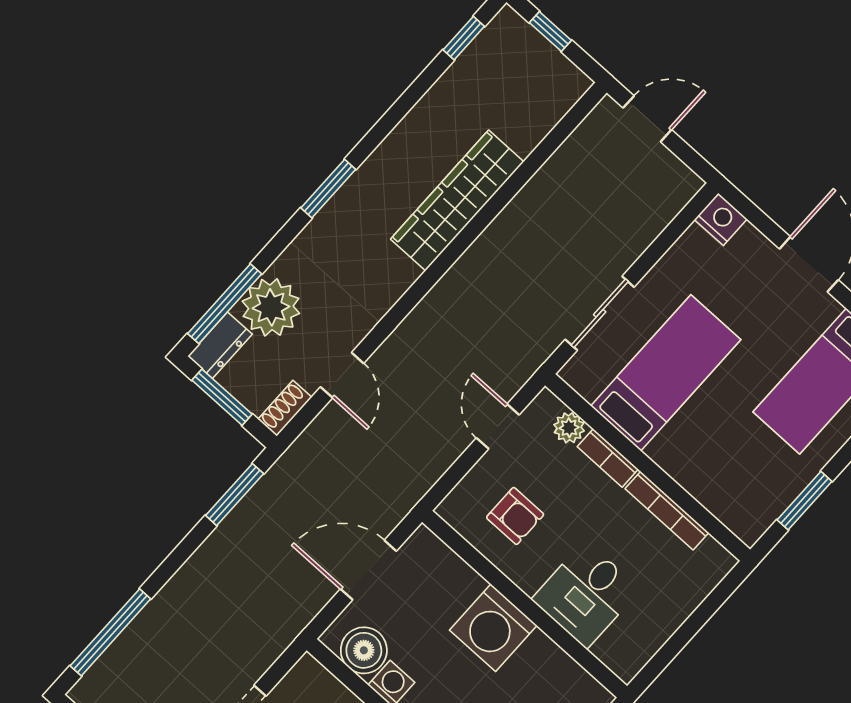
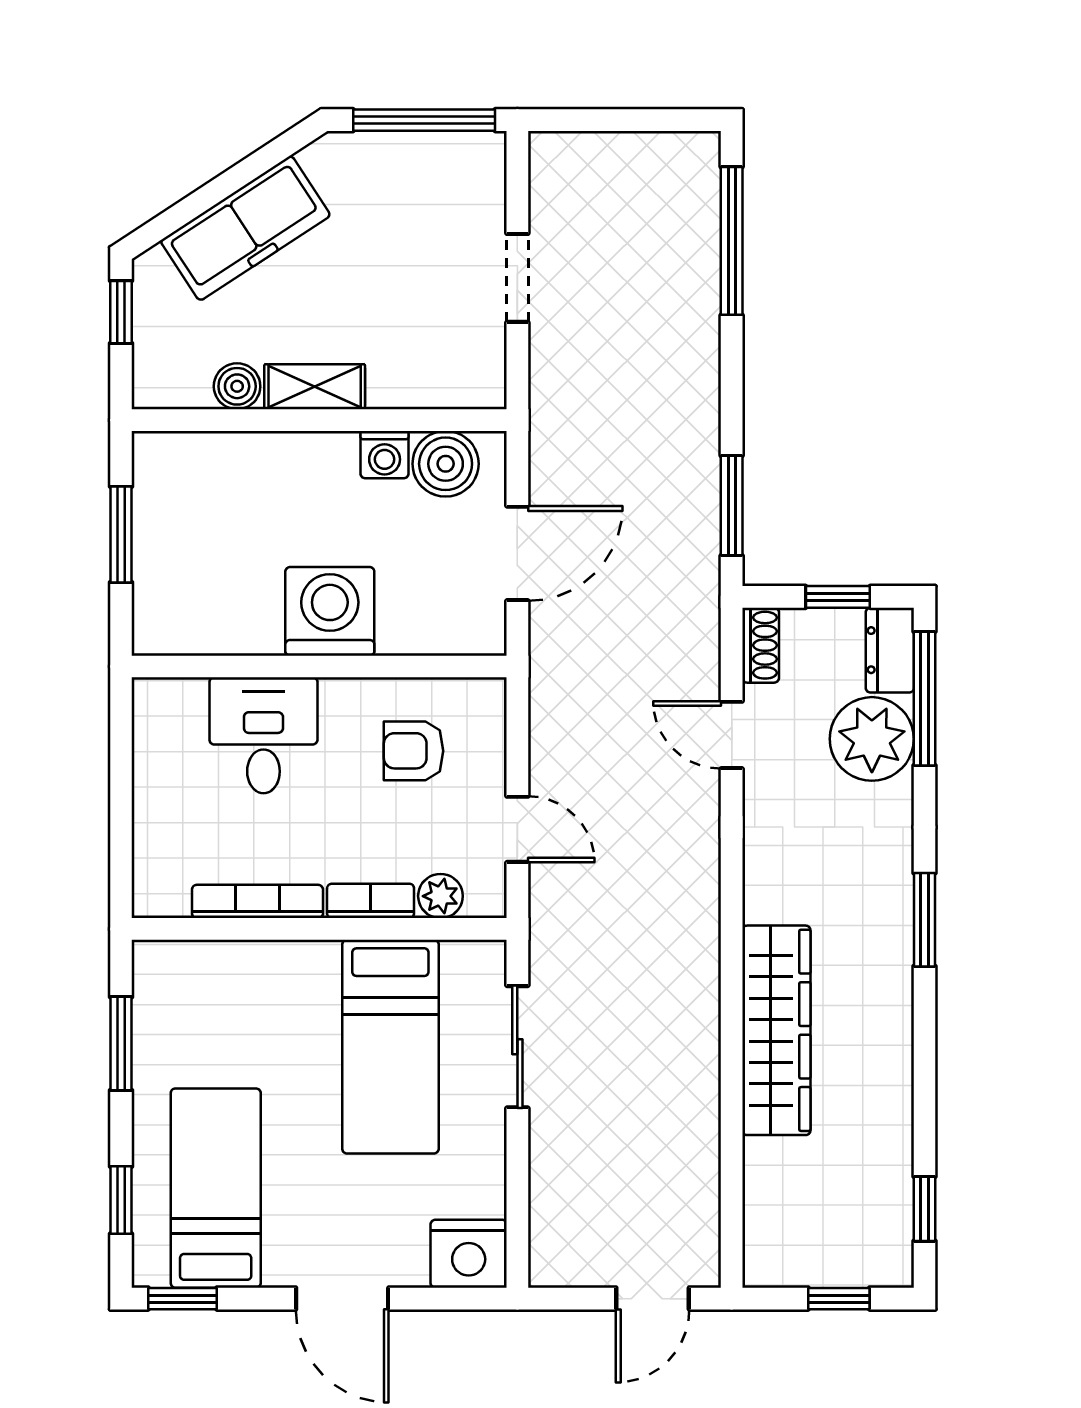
nightstand: (721, 219) -> (469, 1254), width x1.36, depth x1.33
window: (222, 397) -> (838, 597), width x0.67

